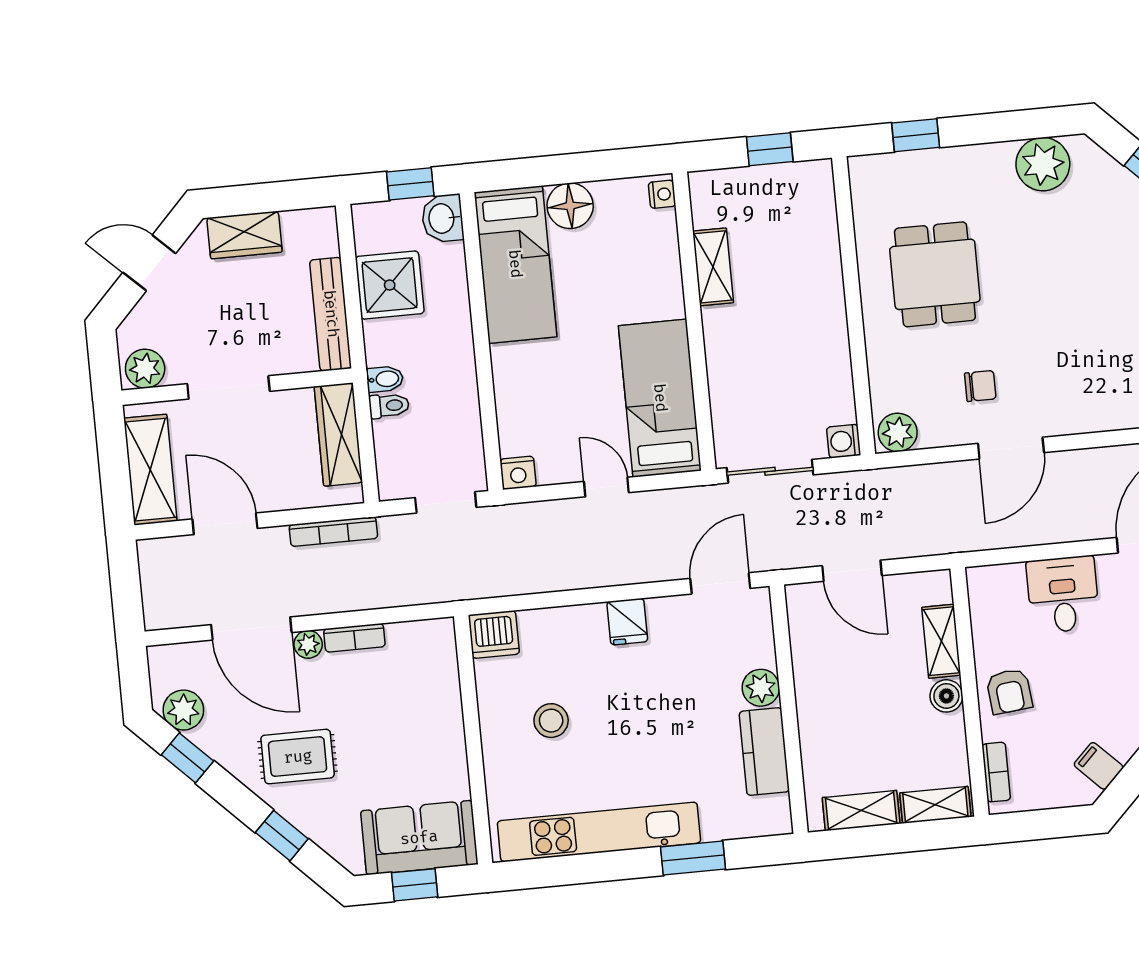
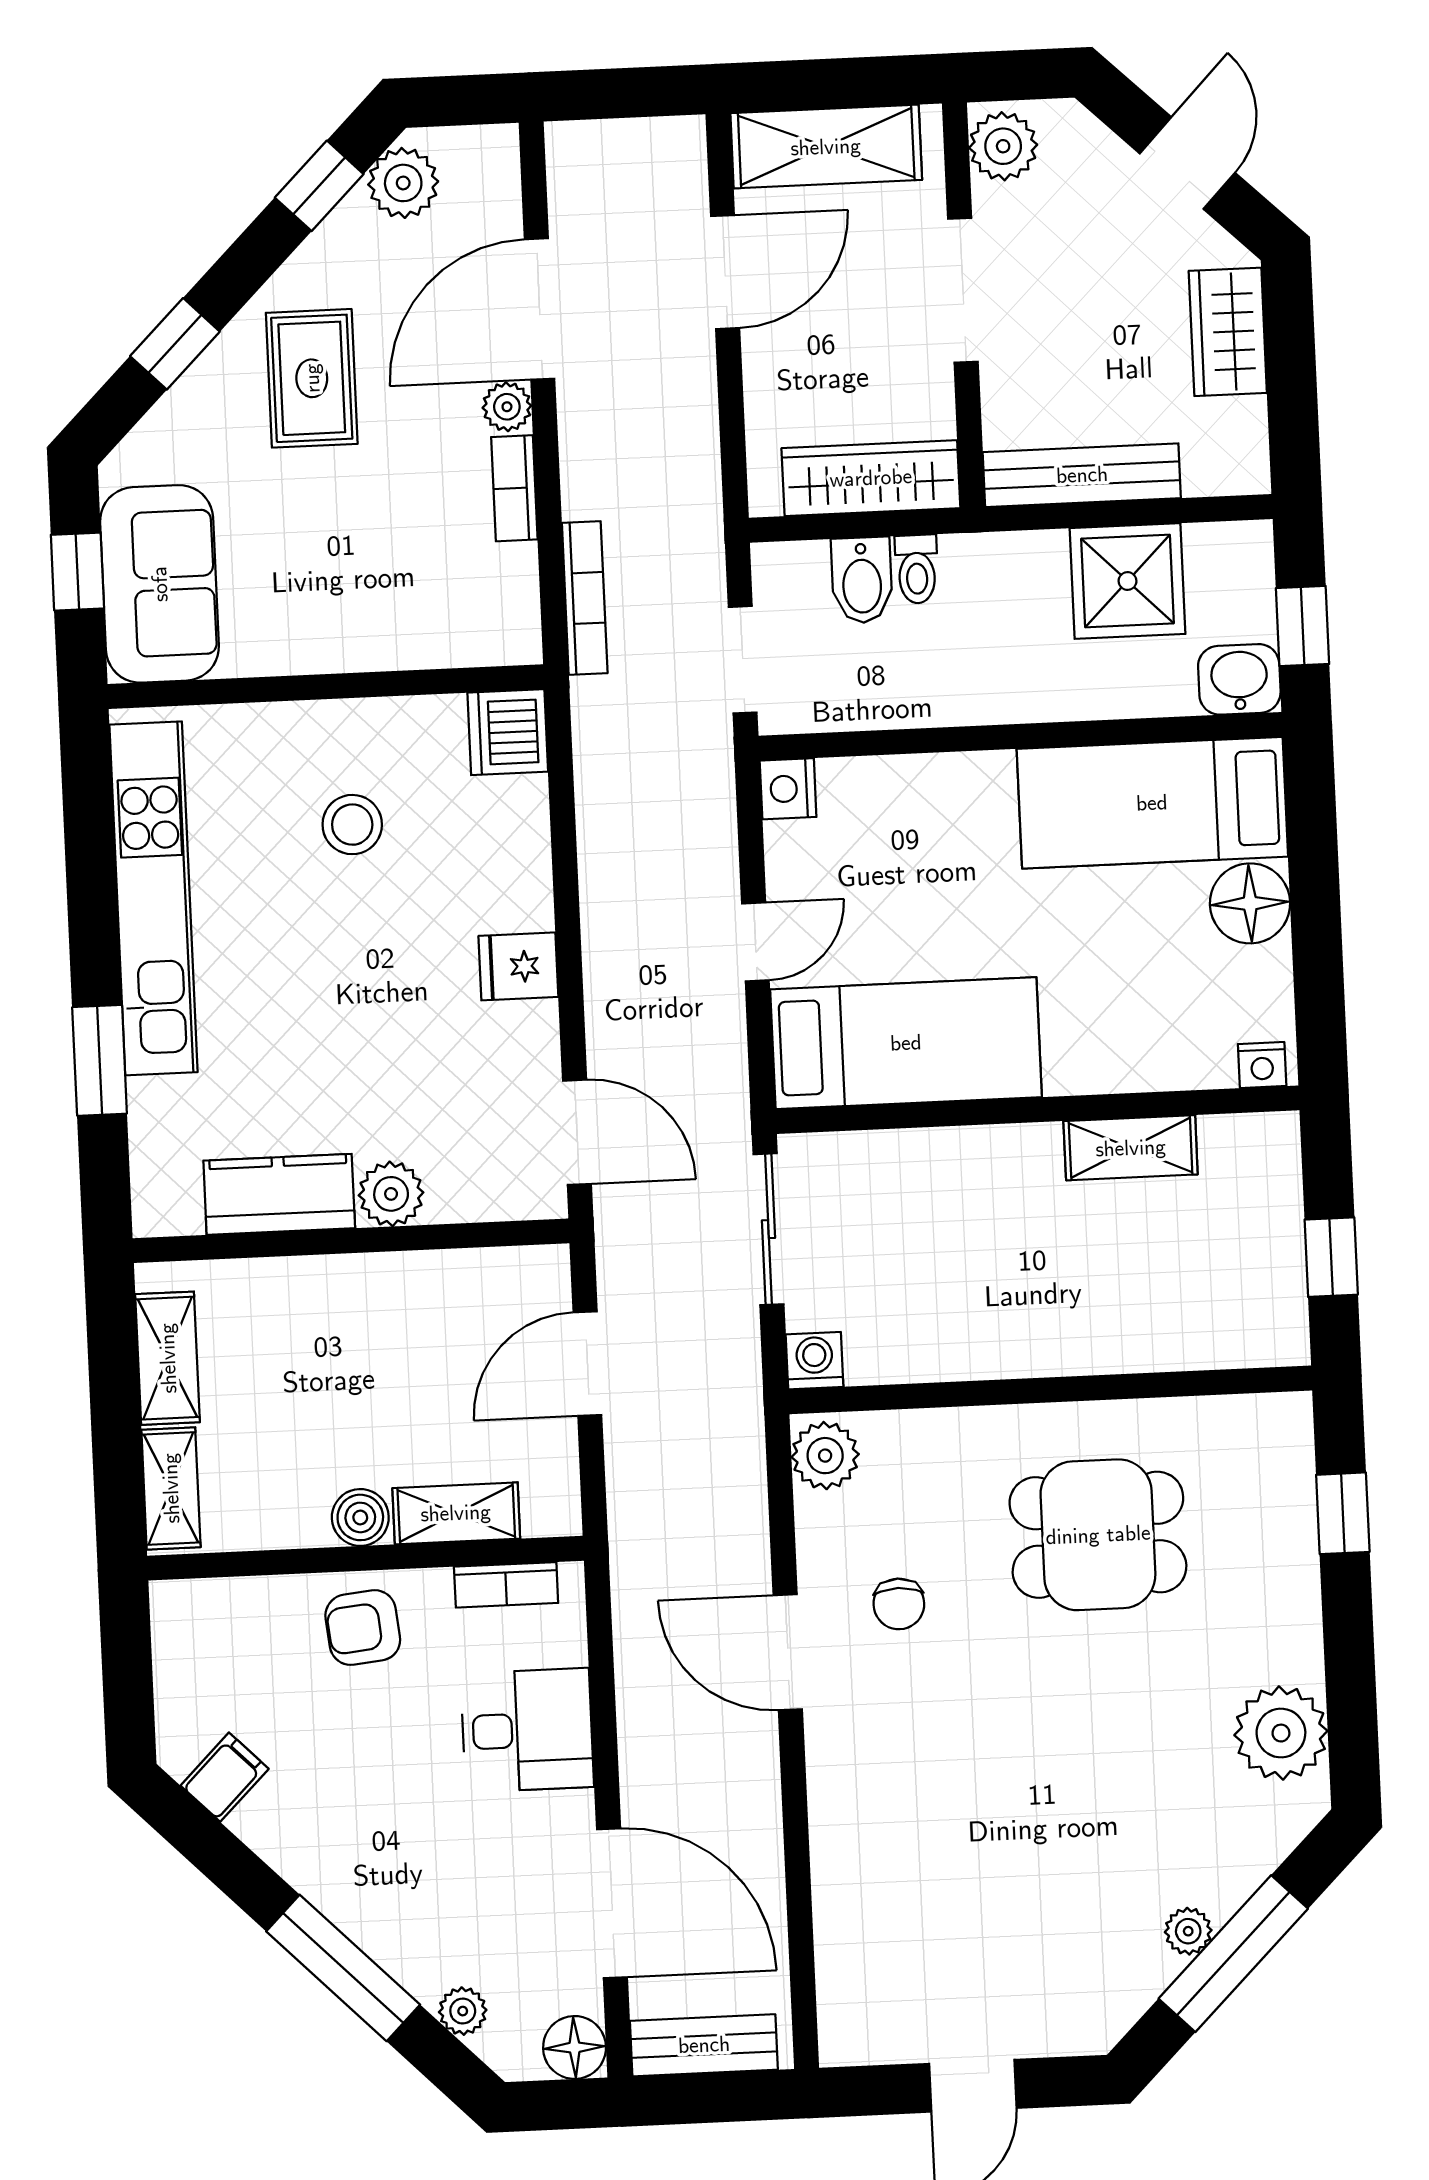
bidet: (385, 379) -> (862, 580), moved, width x1.38, depth x1.36
bookcase: (333, 532) -> (585, 598), moved, turned 180
bookcase: (996, 772) -> (506, 1585), moved

